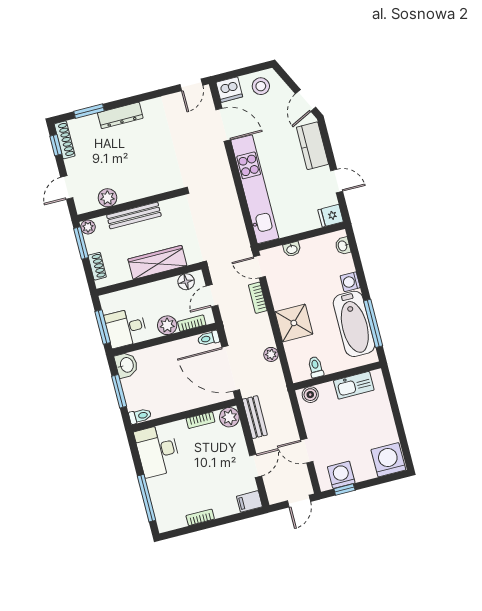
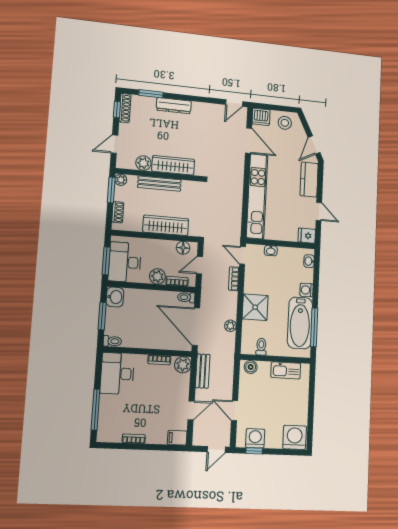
wardrobe: (143, 188) -> (173, 165), added
desk: (126, 328) -> (125, 262), width x1.37

